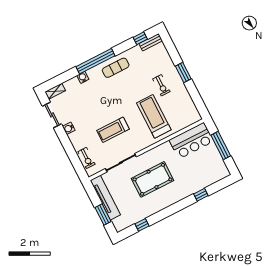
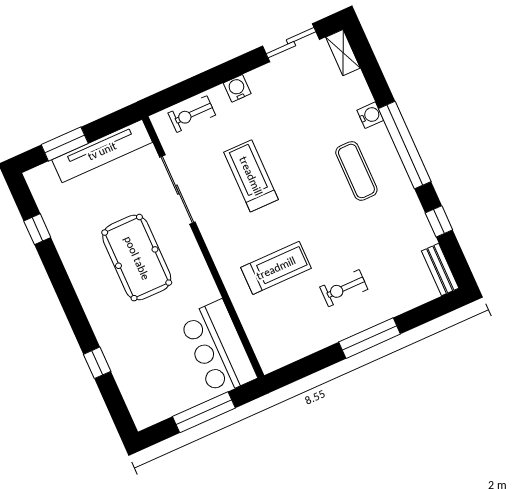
window: (140, 38) -> (439, 221), moved
exercise mat: (116, 68) -> (356, 171), moved
window: (183, 72) -> (370, 338), width x1.44
treadmill: (154, 116) -> (276, 268), width x0.73, depth x0.73
water cooler: (69, 128) -> (237, 88), moved

